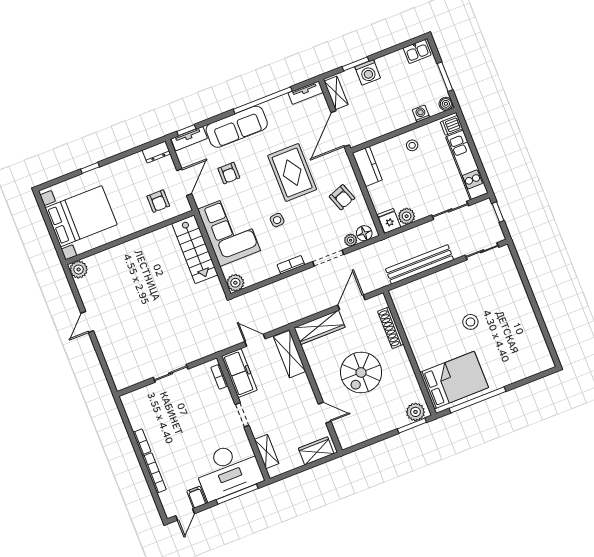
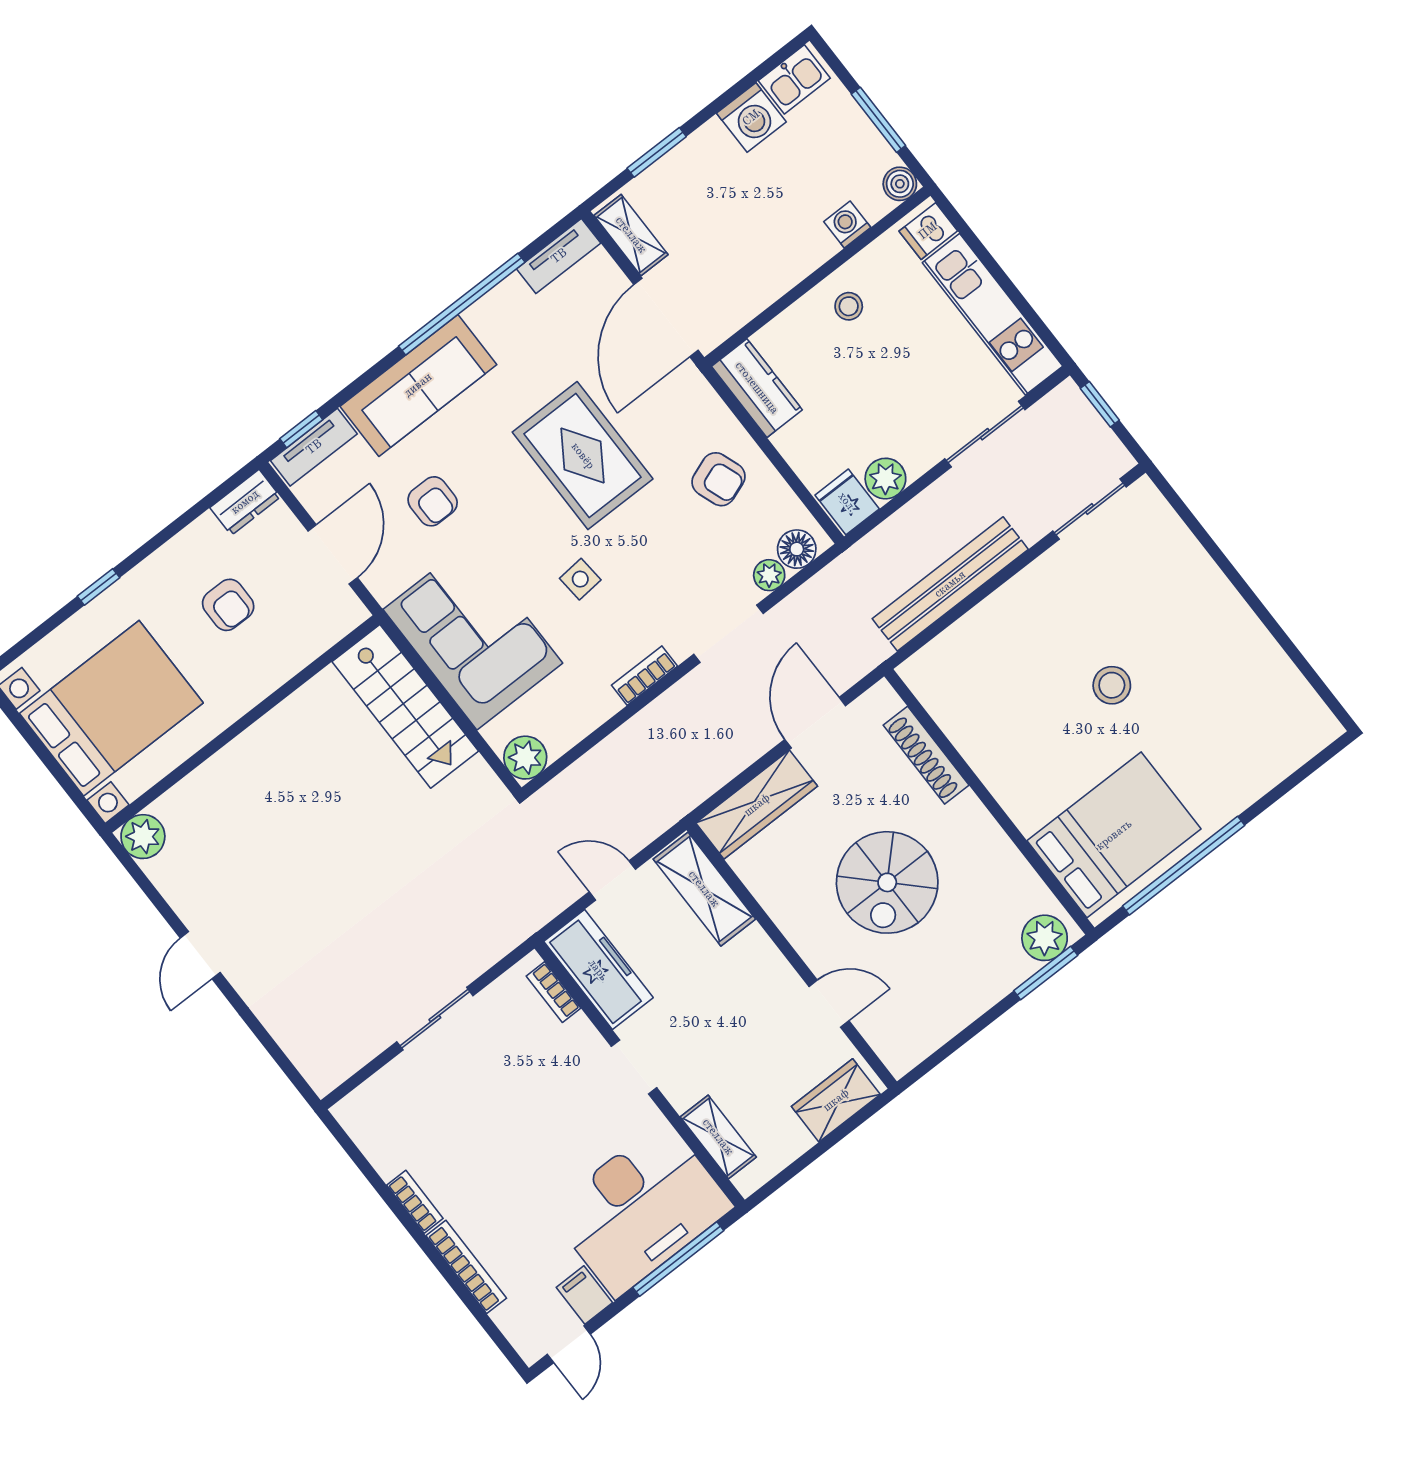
washing machine: (368, 72) -> (751, 118), moved
armchair: (158, 201) -> (228, 605), moved

